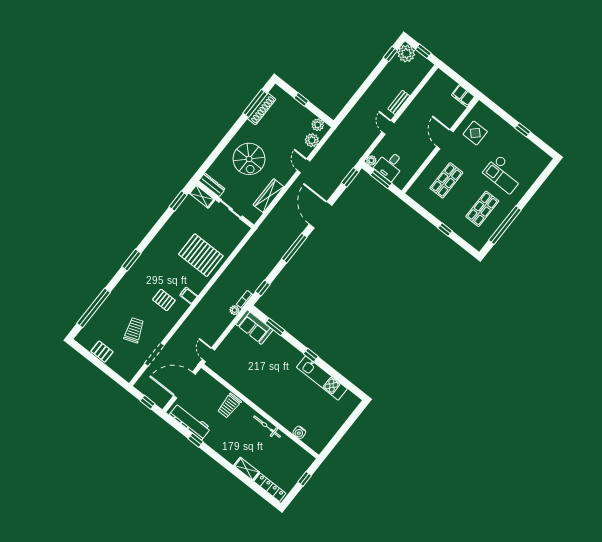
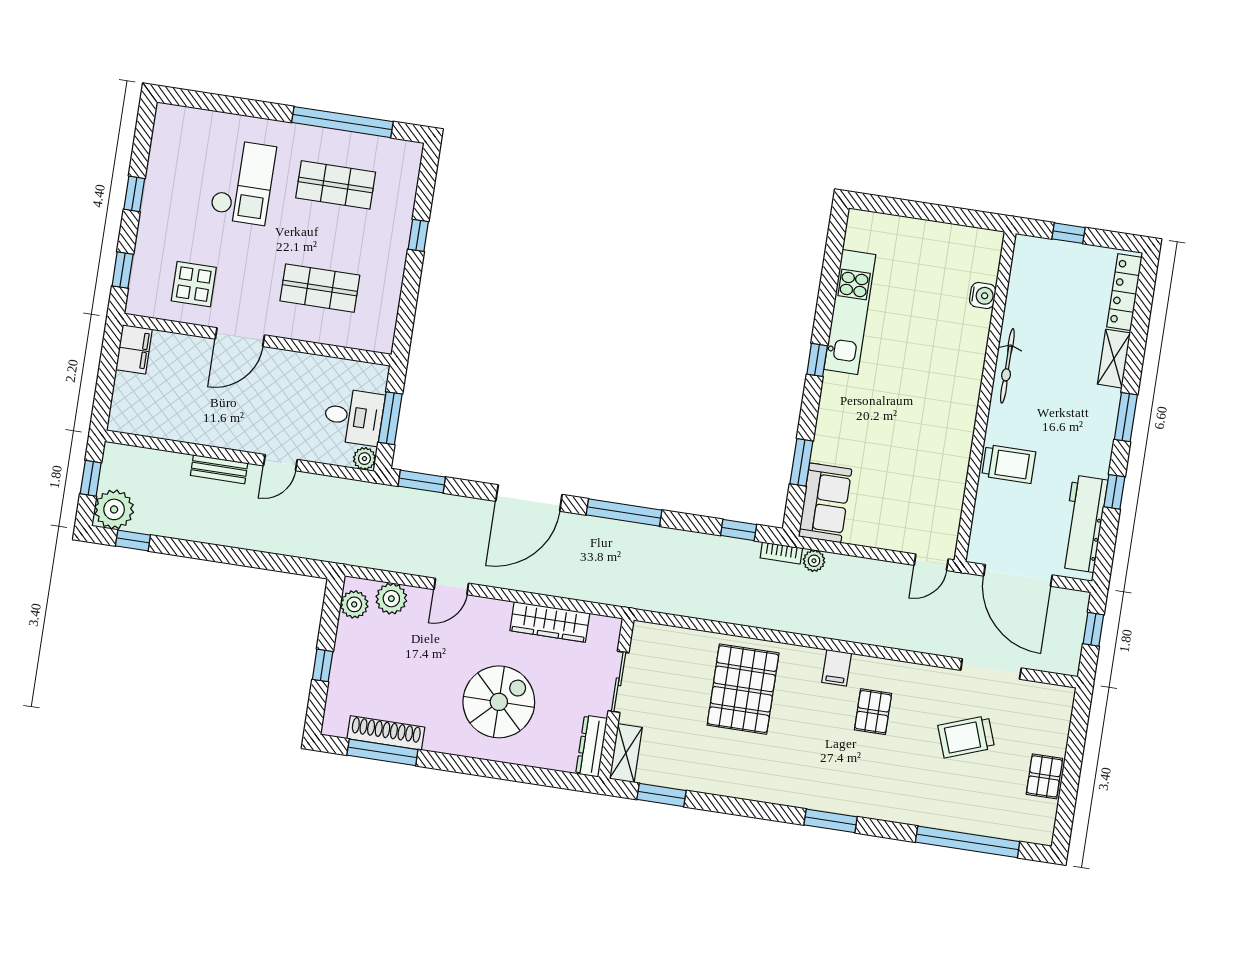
window: (496, 109) -> (123, 270), added
window: (222, 461) -> (1126, 417), added

